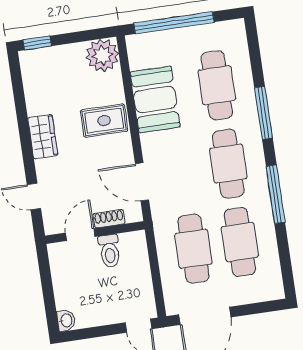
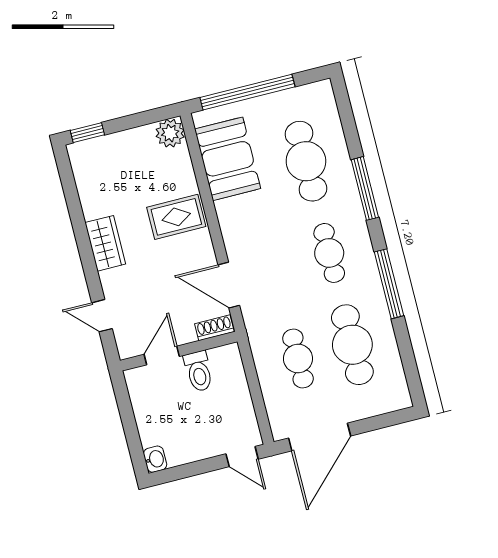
plant: (102, 55) -> (170, 133), width x0.73, depth x0.73
booth: (155, 99) -> (228, 159), moved
cafe table: (228, 164) -> (329, 253), width x0.73, depth x0.74
shoe rack: (109, 219) -> (214, 328), moved
cafe table: (193, 249) -> (298, 358), width x0.73, depth x0.74

